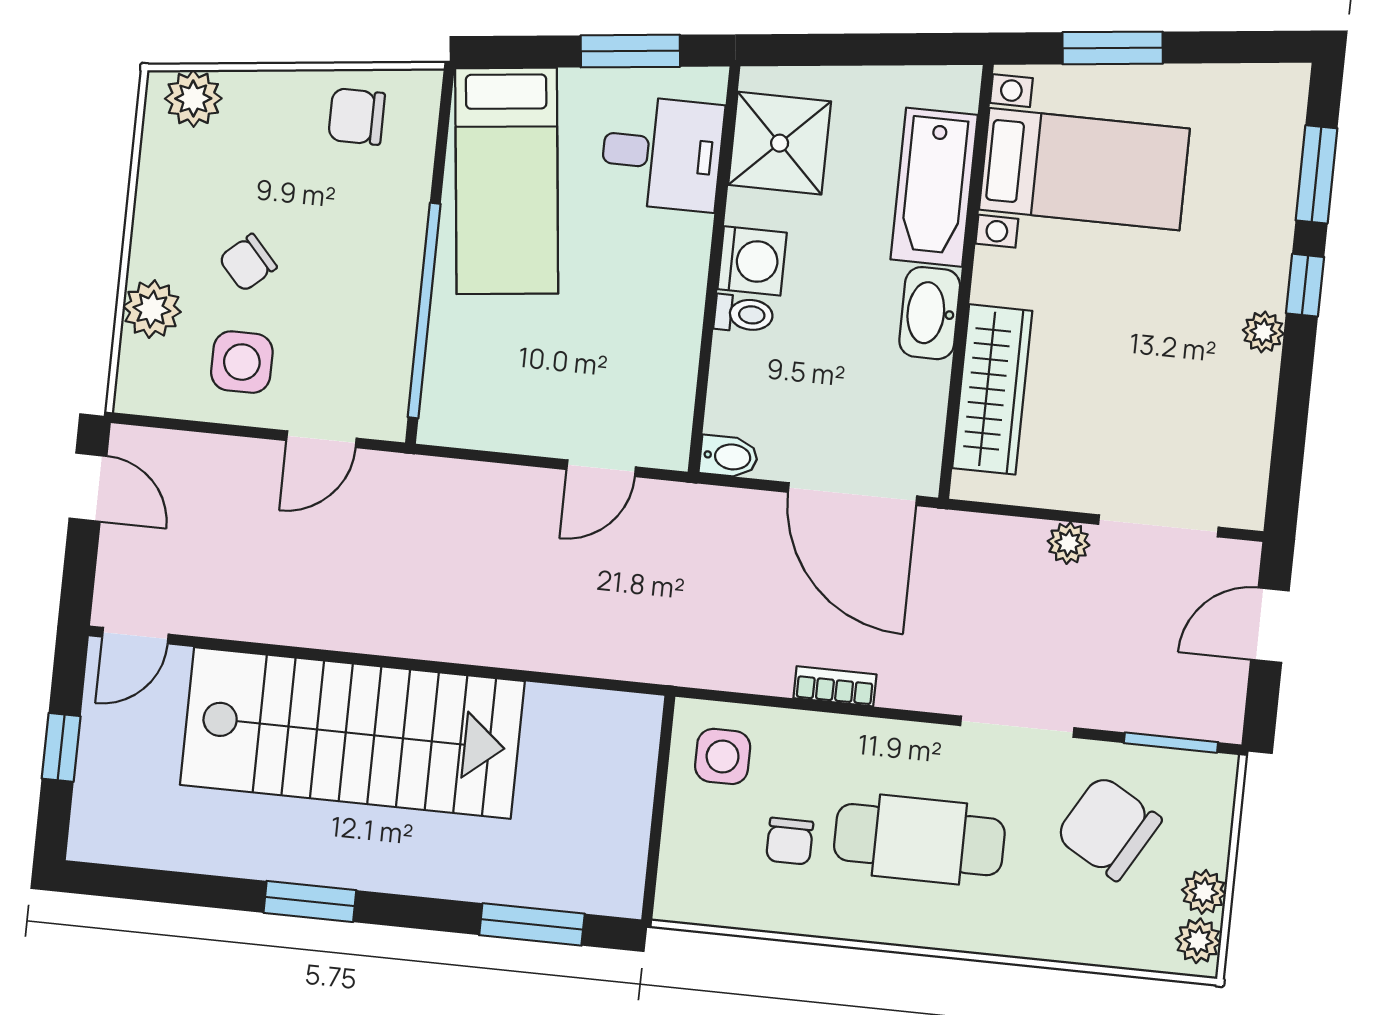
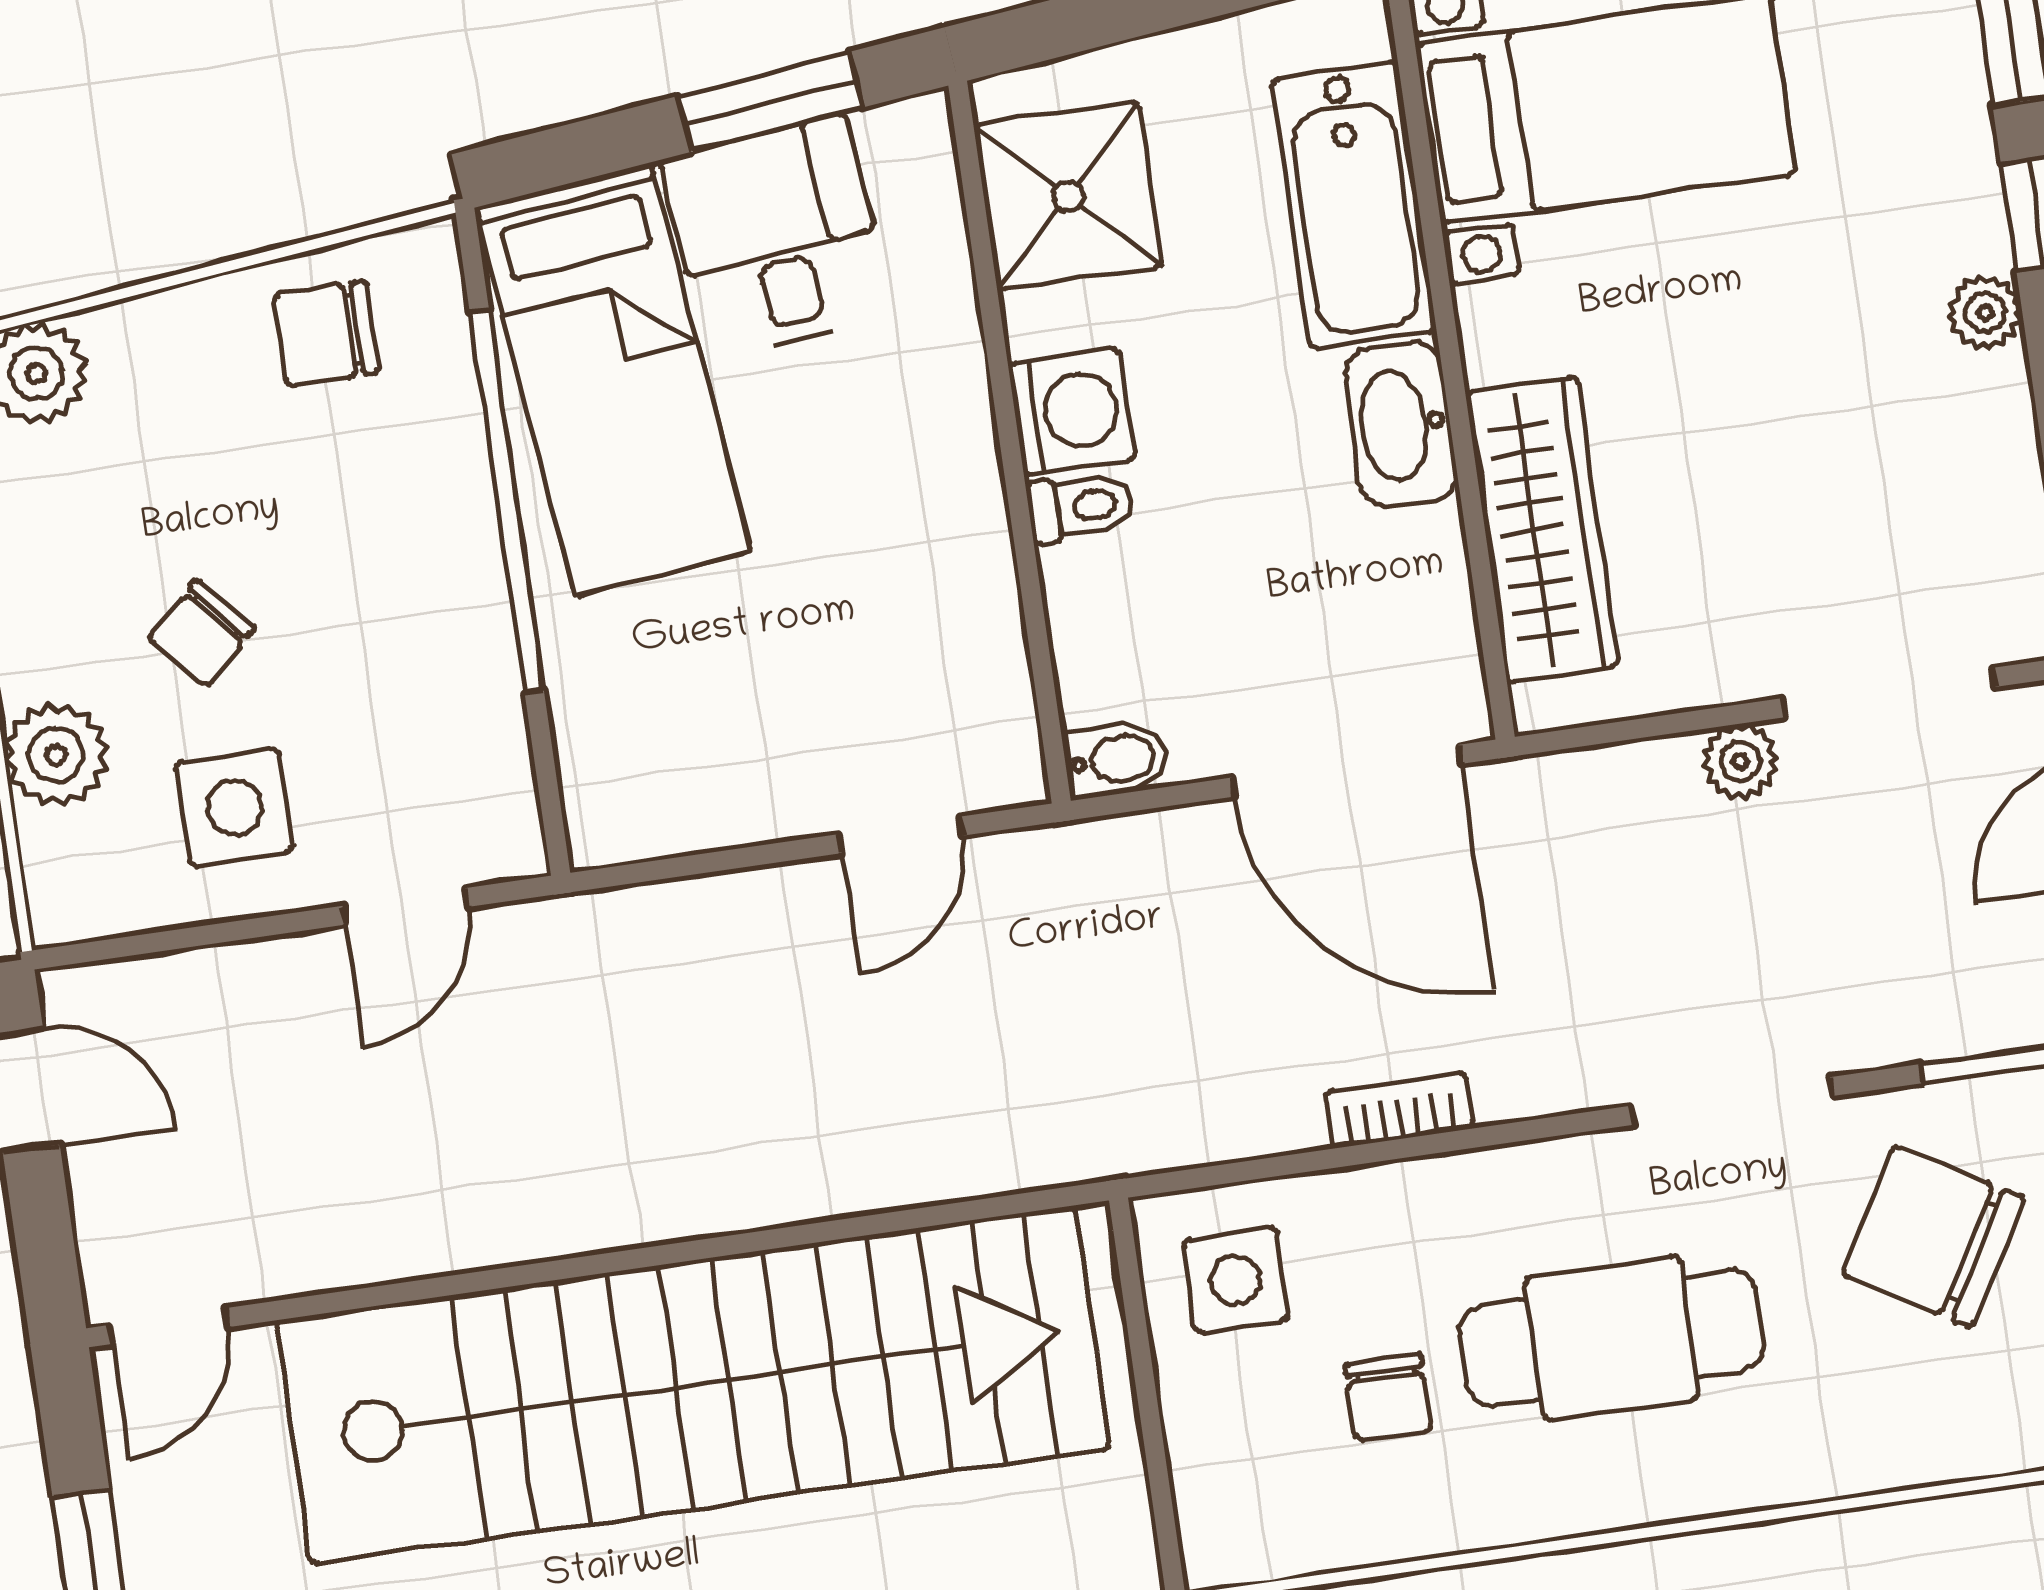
desk: (662, 153) -> (777, 237), moved, turned -96
window: (424, 311) -> (507, 501), moved
stairs: (352, 733) -> (692, 1385), width x1.36

